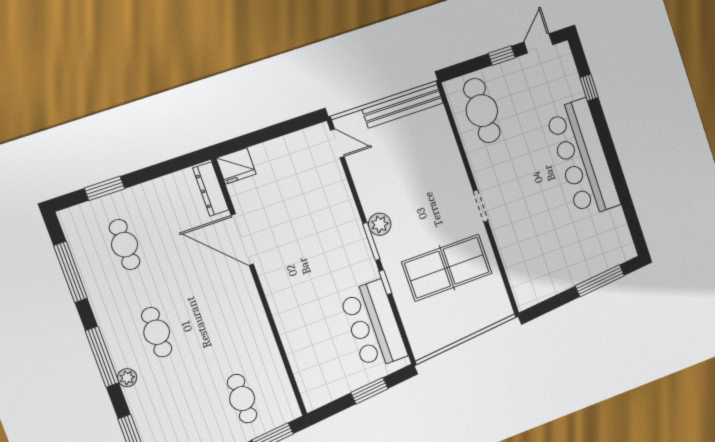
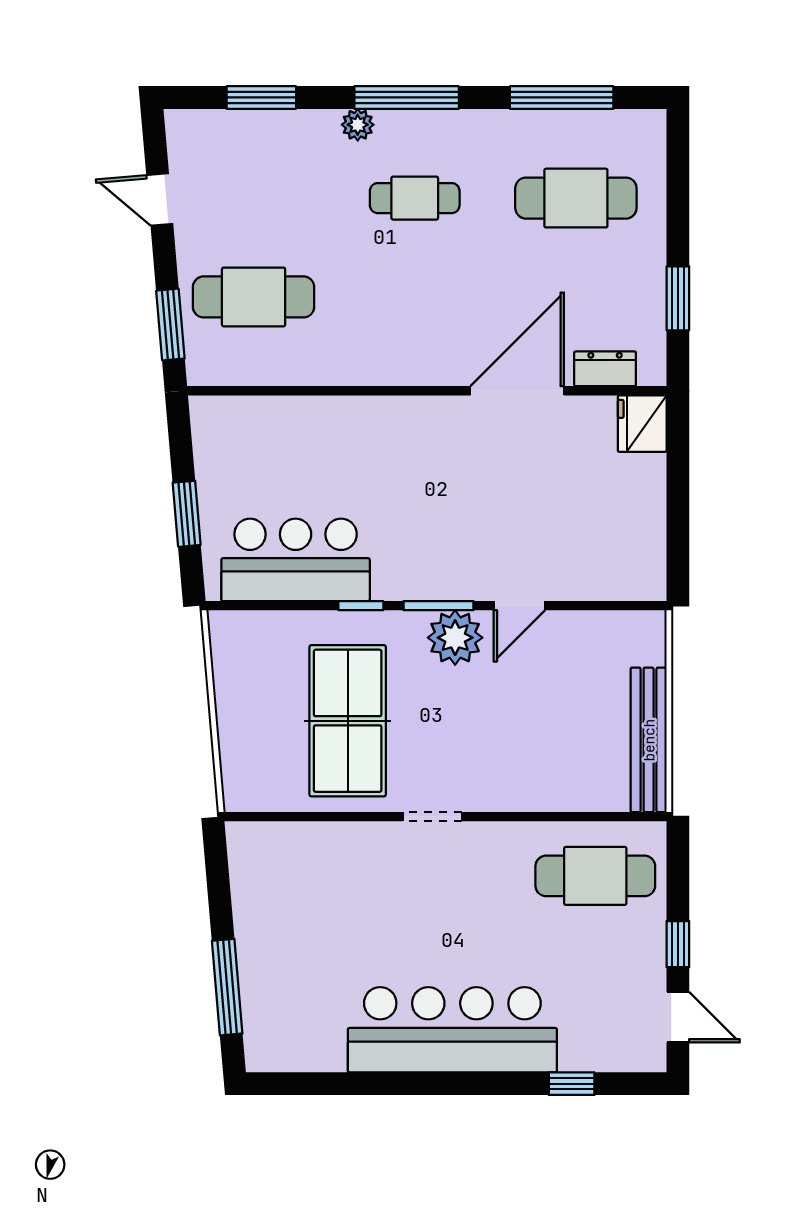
door: (337, 143) -> (519, 606), moved
window: (104, 188) -> (678, 298), moved
dresser: (211, 189) -> (605, 369), width x0.70
plant: (380, 224) -> (455, 638), width x1.36, depth x1.36
cafe table: (125, 245) -> (576, 198), width x1.37, depth x1.35
cafe table: (242, 399) -> (254, 297), width x1.37, depth x1.35

